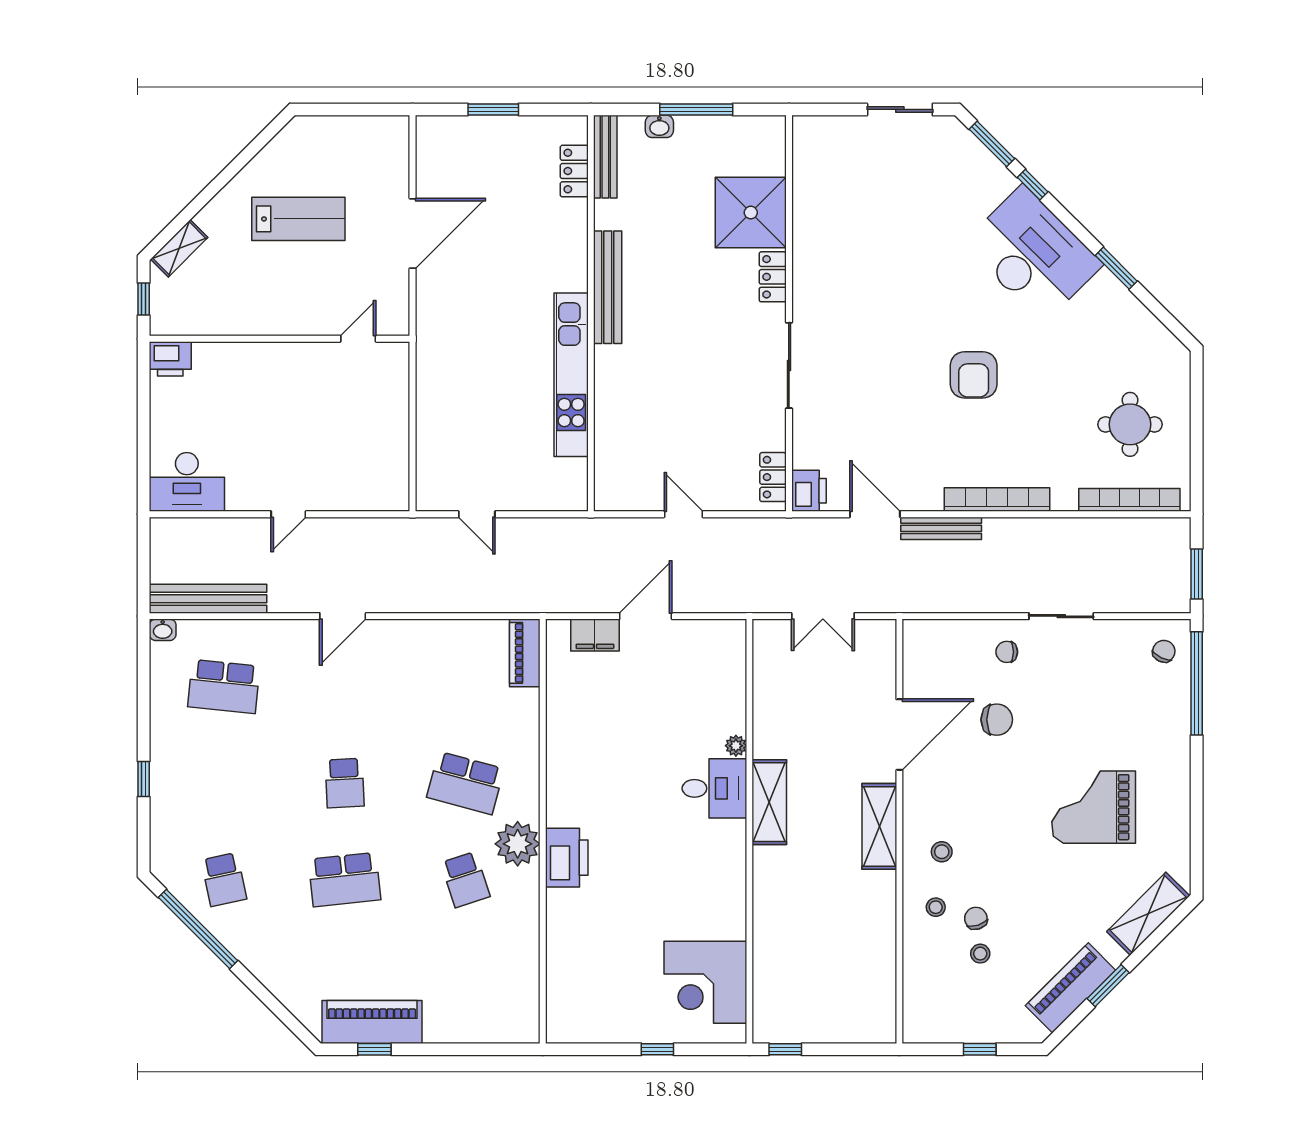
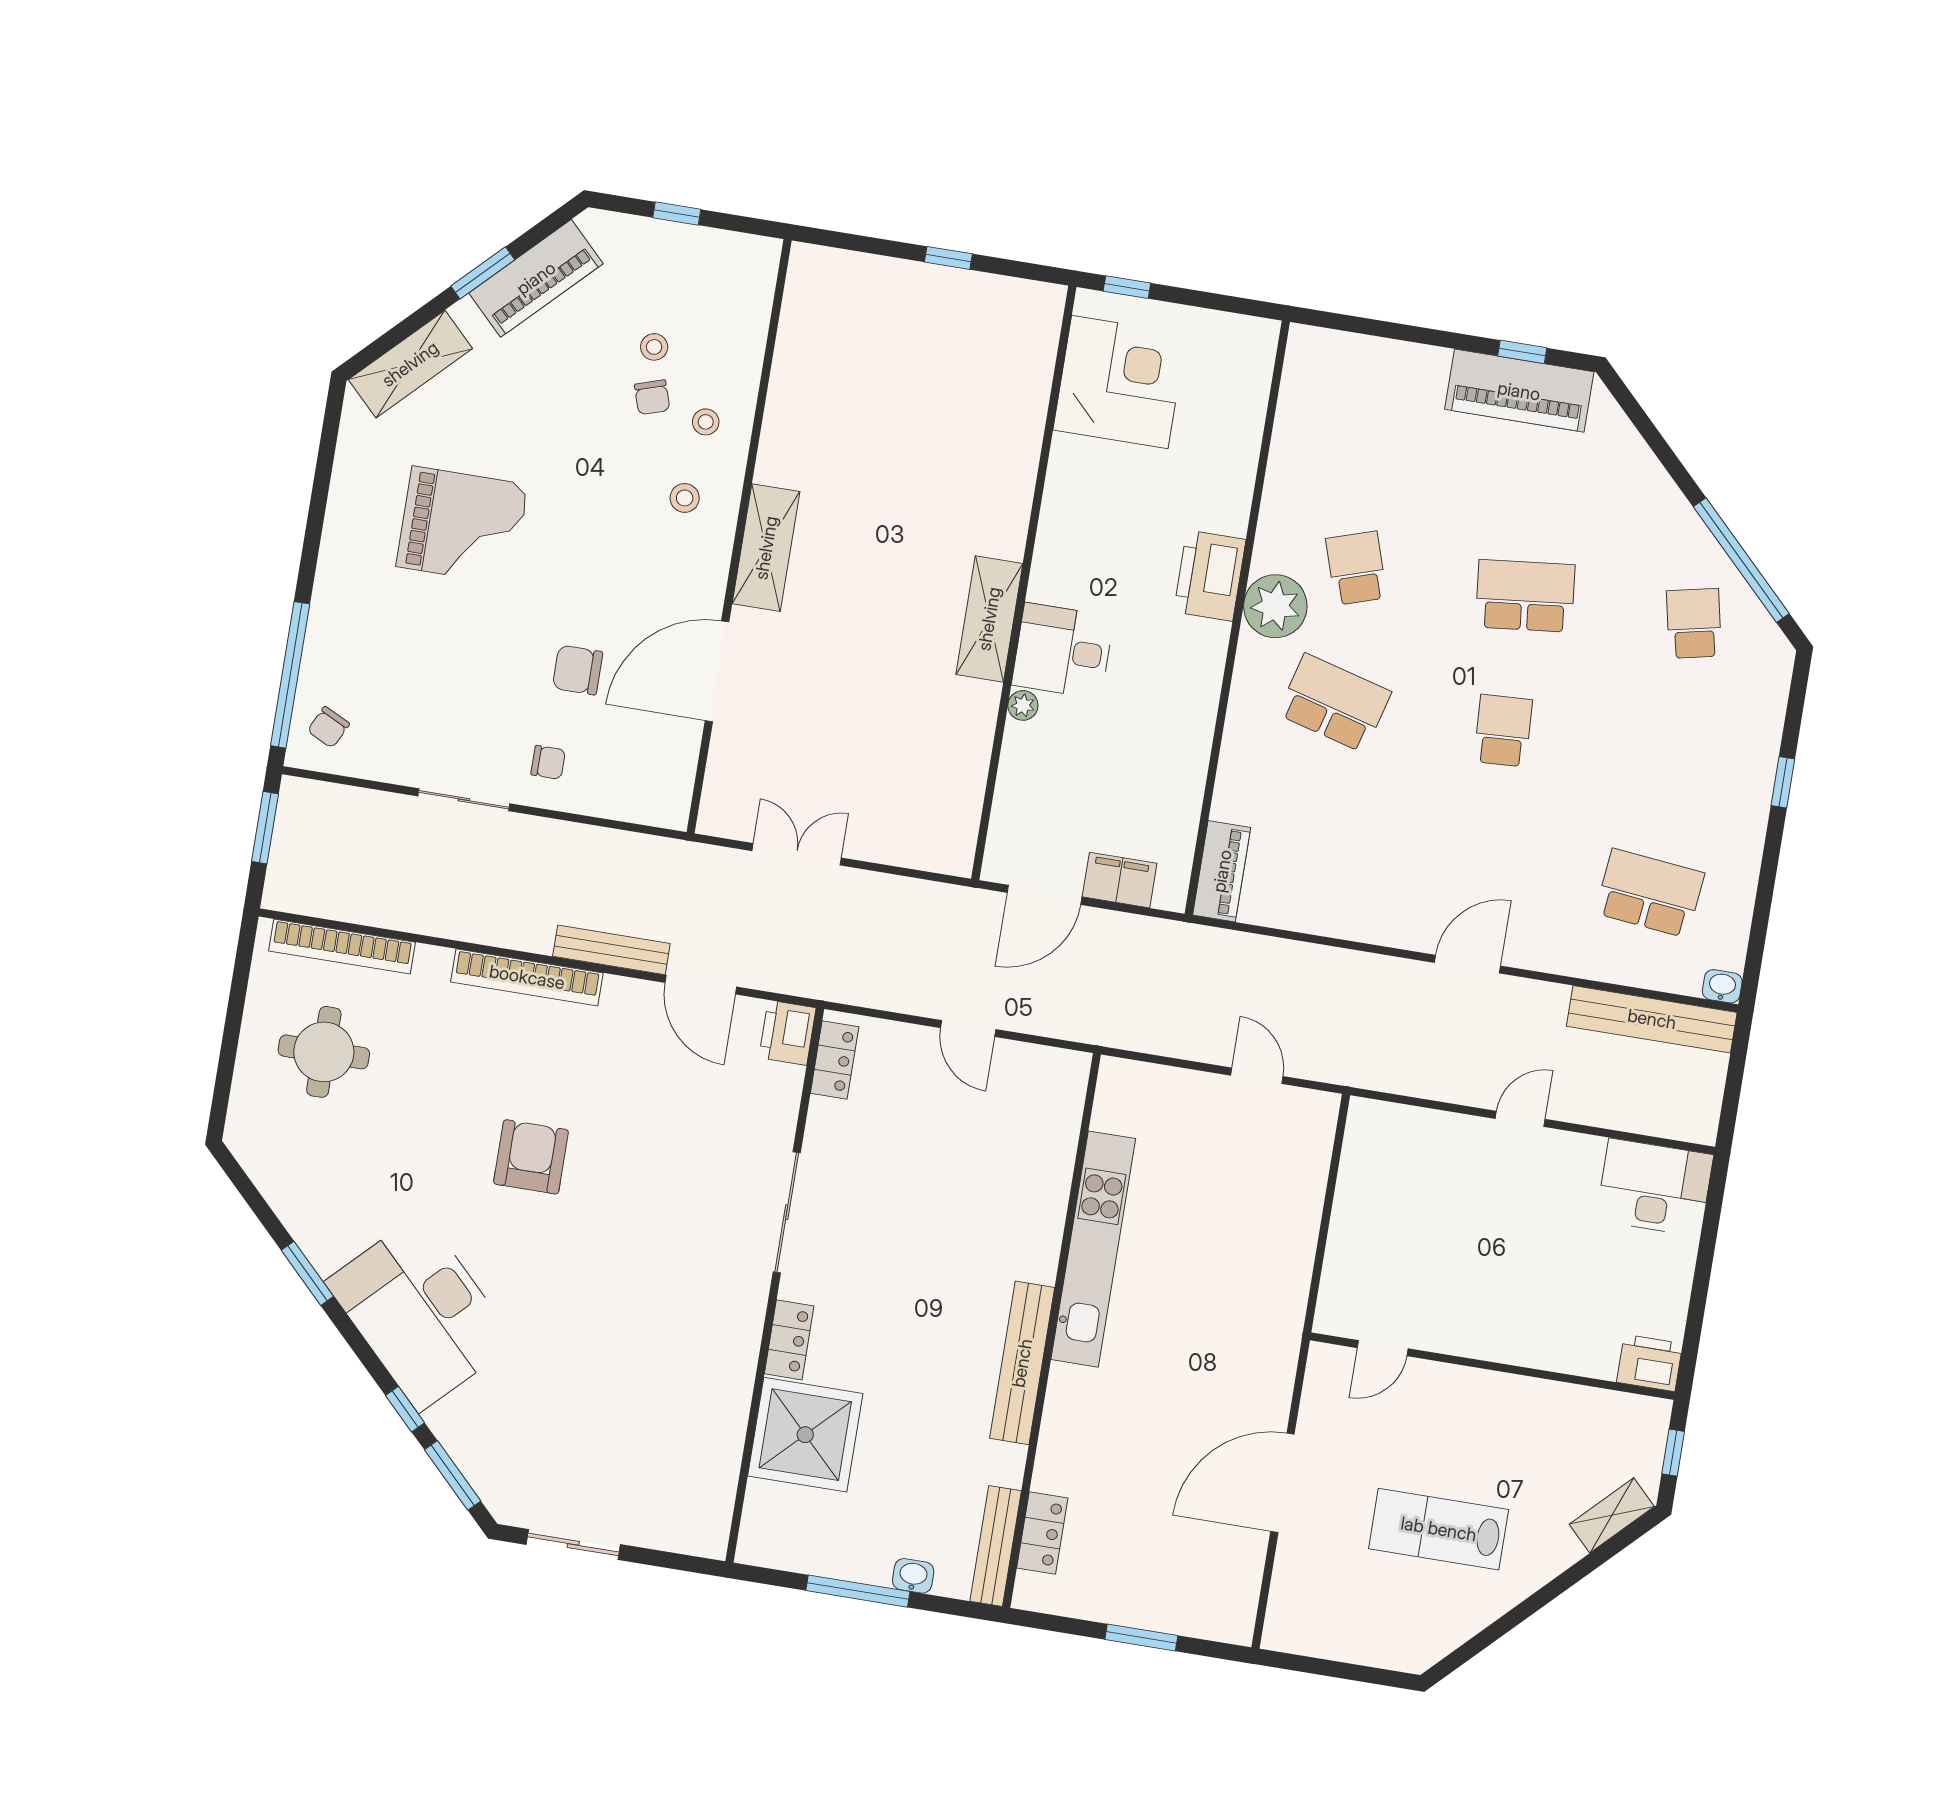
plant: (736, 746) -> (1023, 705), moved
desk: (714, 788) -> (1063, 651), moved
shelving: (769, 802) -> (989, 619), moved
wall: (749, 831) -> (1024, 583), moved
corner desk: (705, 982) -> (1120, 382), moved

